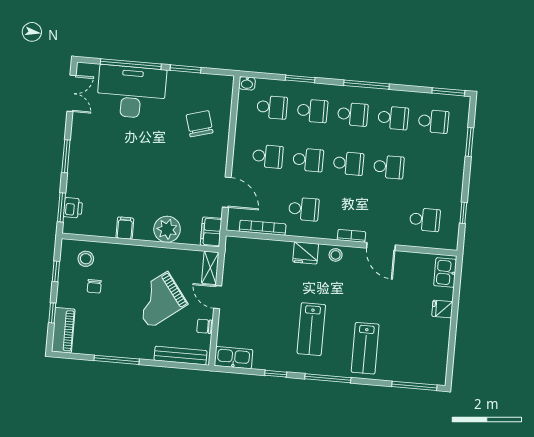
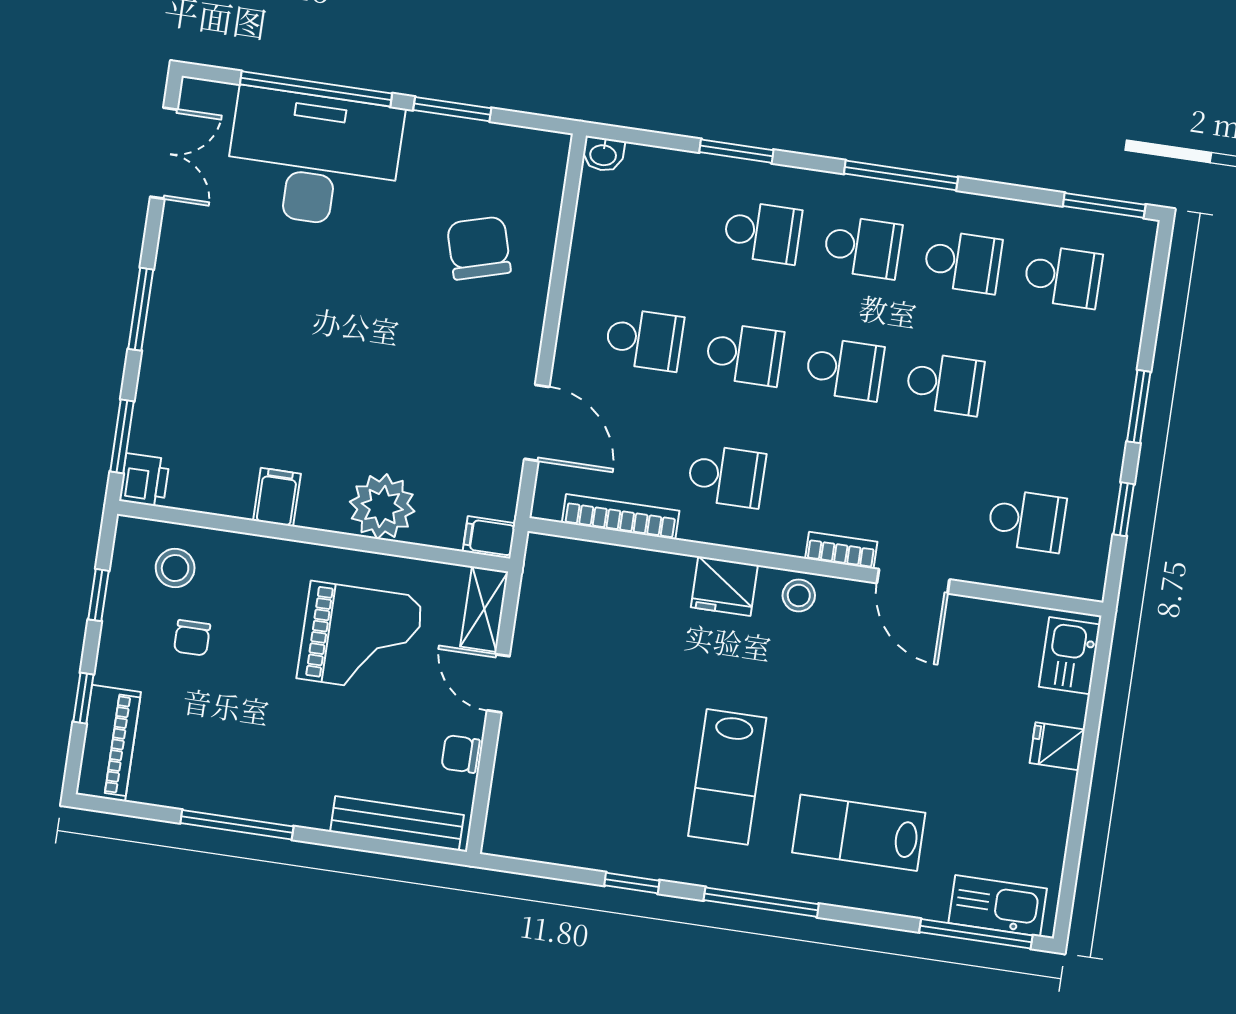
school desk: (272, 107) -> (662, 218), removed
window: (470, 142) -> (1139, 407), moved
printer: (73, 208) -> (144, 480), moved
filing cabinet: (211, 232) -> (489, 537), width x0.50
grand piano: (159, 300) -> (360, 638), moved, turned -143
lab bench: (365, 348) -> (859, 833), turned 90
kitchen sink: (234, 358) -> (998, 906), moved

